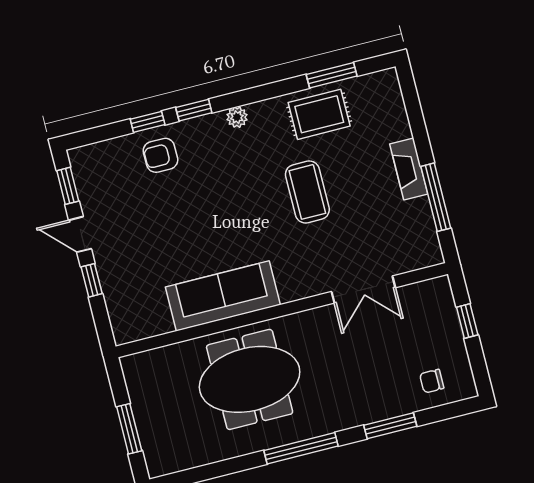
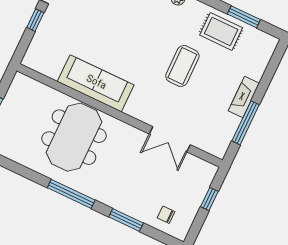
meeting table: (250, 379) -> (74, 137), turned 90

